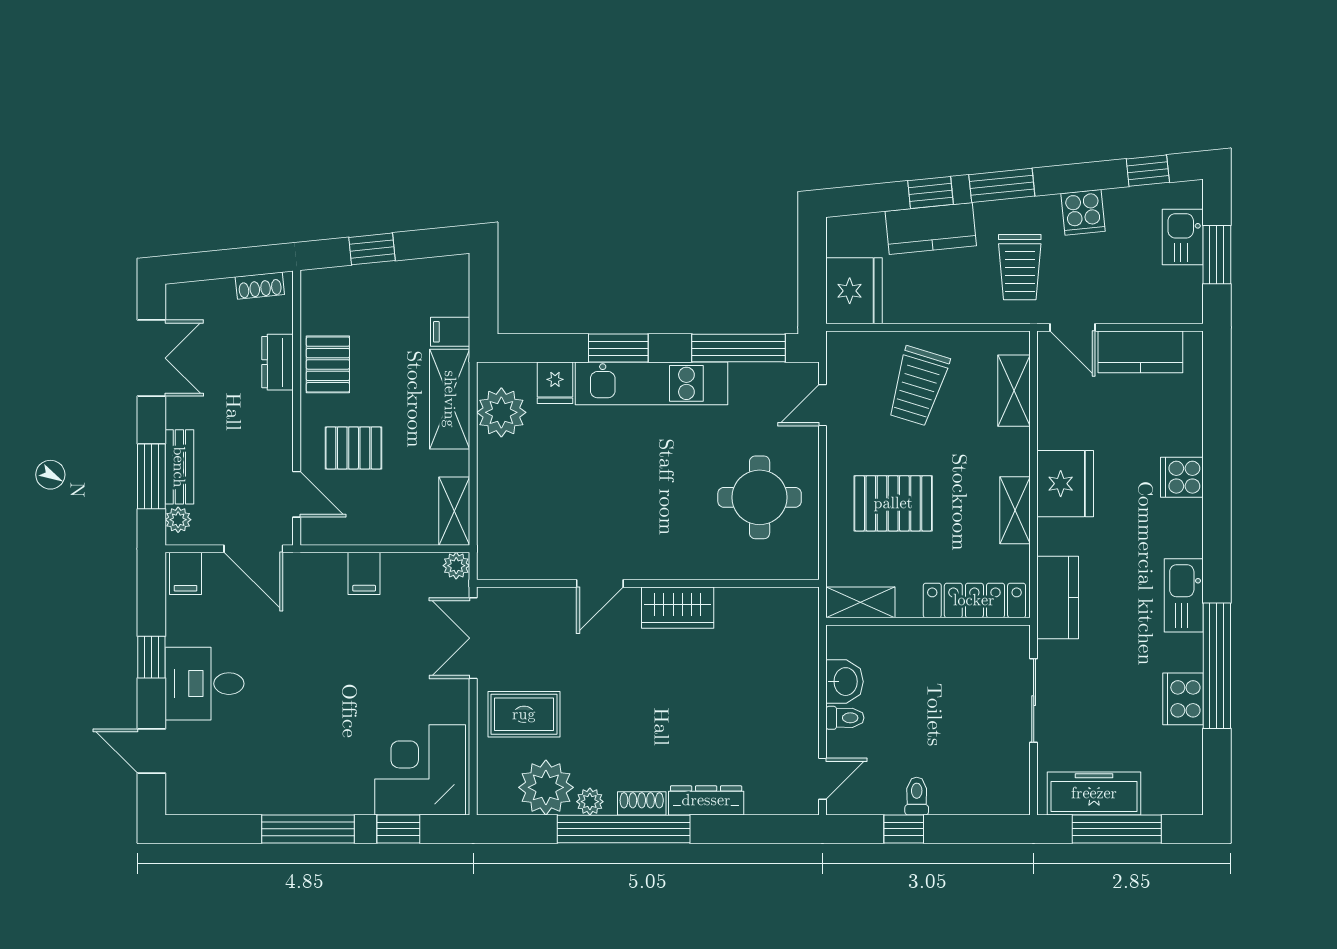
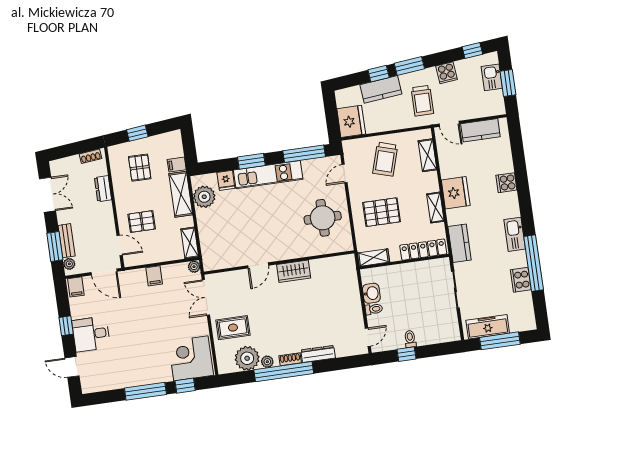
pallet: (328, 364) -> (140, 168), moved

